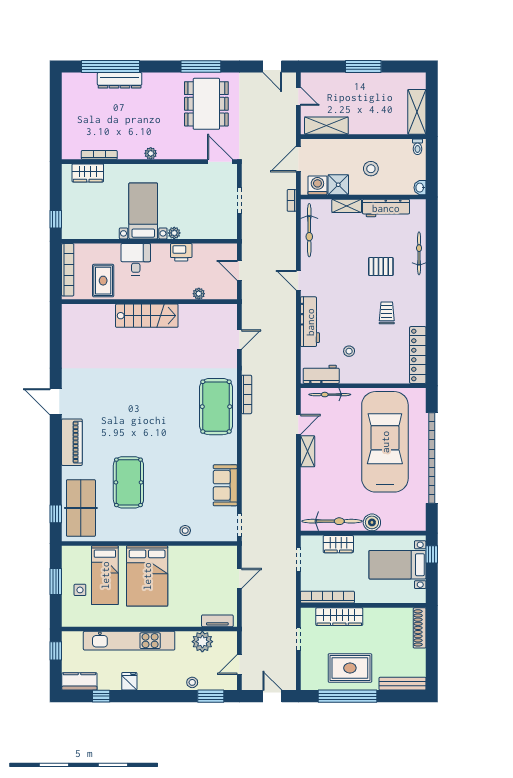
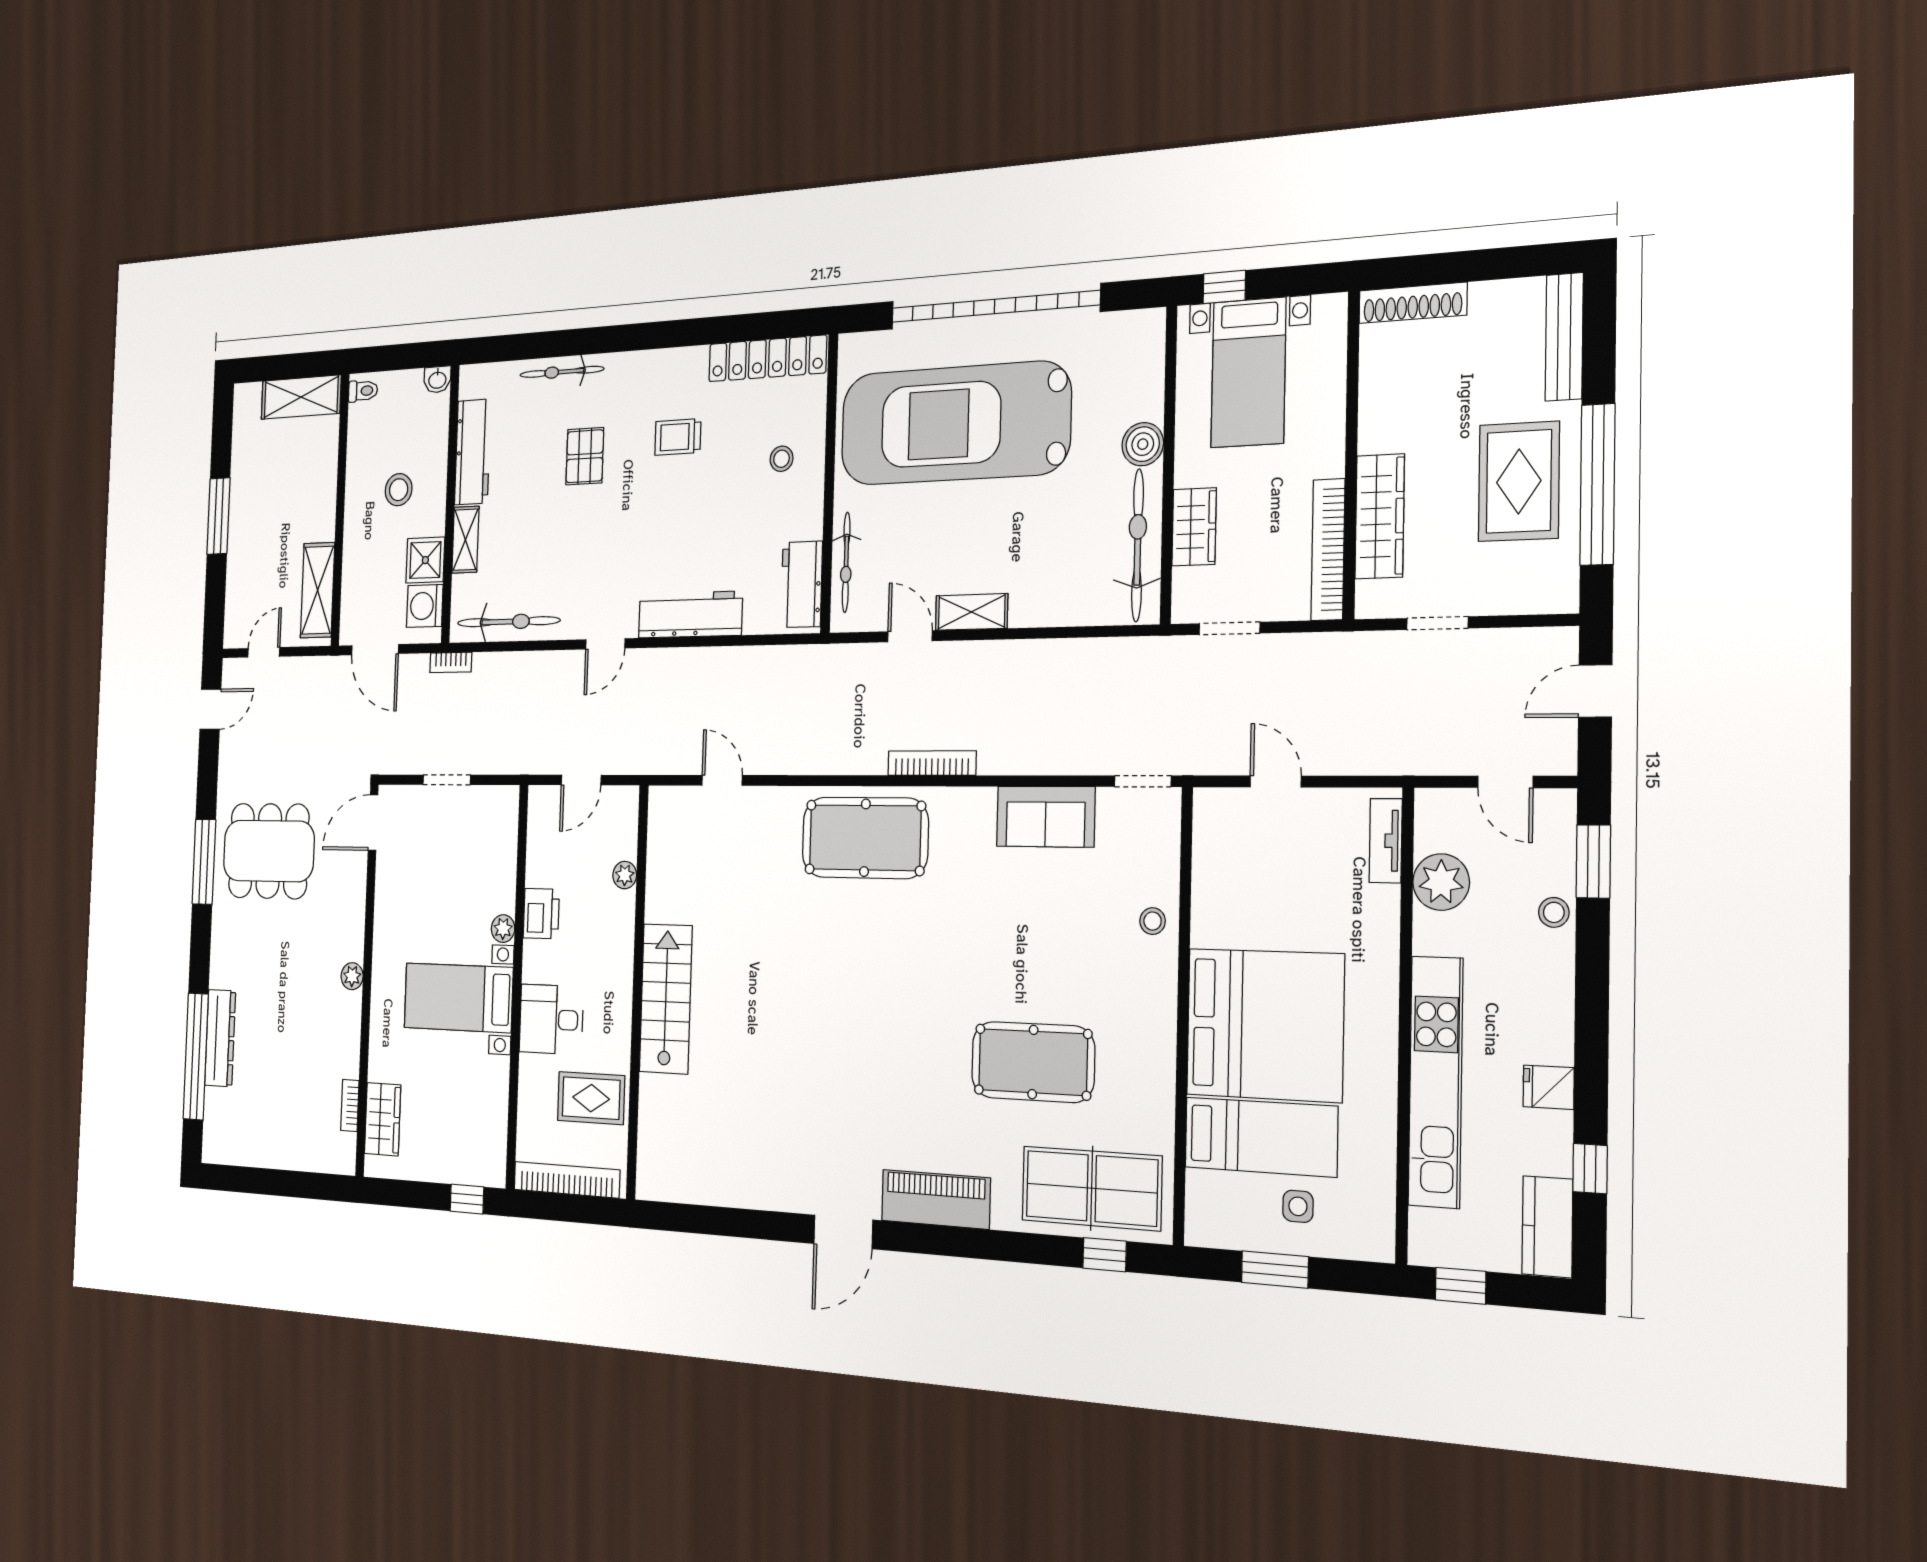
bookcase: (99, 155) -> (350, 1105), width x0.64
stool: (349, 351) -> (782, 459), moved
bookcase: (247, 394) -> (932, 763), moved
bed: (147, 576) -> (1265, 1025), width x1.36

